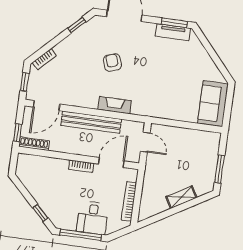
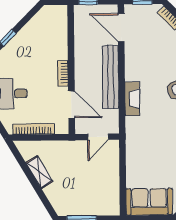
shoe rack: (34, 144) -> (79, 21), removed
shelving: (181, 197) -> (39, 172), moved

